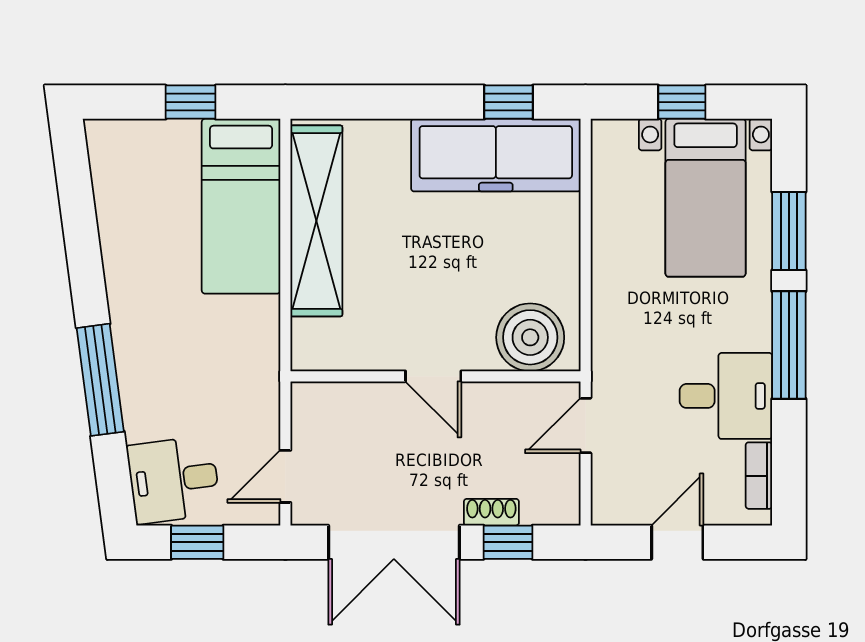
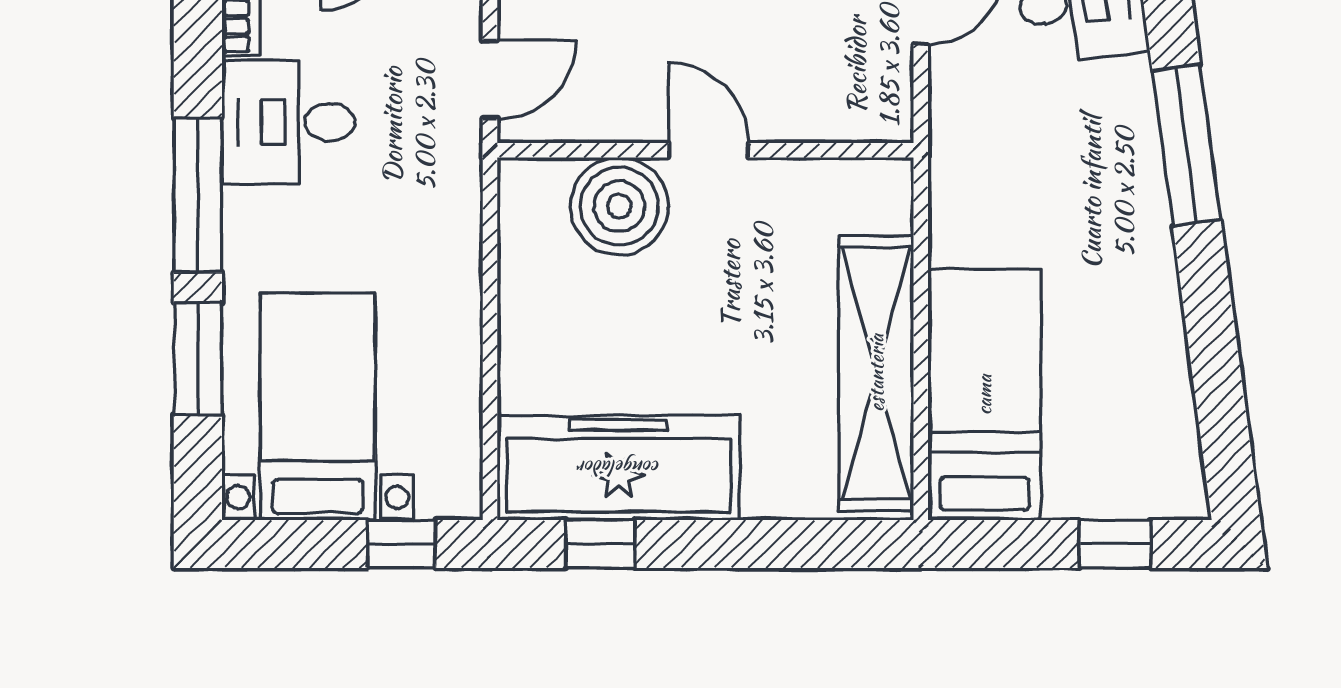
window: (191, 102) -> (1115, 544), moved
window: (682, 102) -> (402, 544), moved
boiler: (530, 337) -> (619, 206), moved

